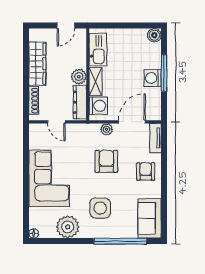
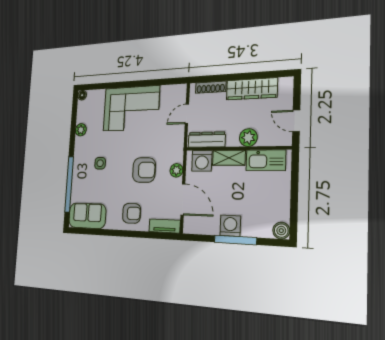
plant: (79, 77) -> (248, 138), moved
side table: (100, 208) -> (100, 163), width x0.54, depth x0.54
plant: (68, 227) -> (81, 130), width x0.53, depth x0.53

